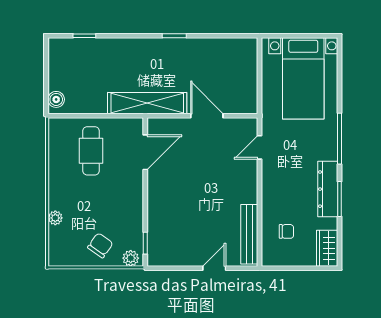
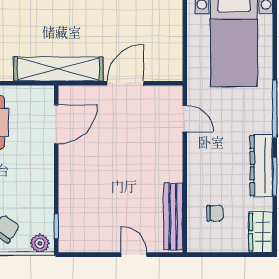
door: (207, 116) -> (125, 83), hinge flipped
door: (260, 147) -> (185, 119), swing flipped
door: (214, 268) -> (134, 255), hinge flipped

